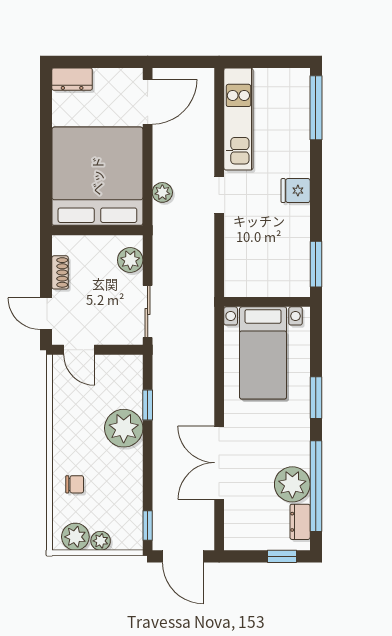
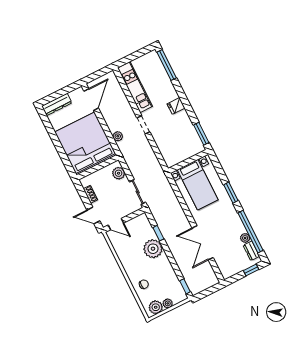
dresser: (72, 79) -> (57, 104), width x1.44
plant: (292, 484) -> (245, 238), width x0.53, depth x0.53
door: (183, 556) -> (207, 292), removed

